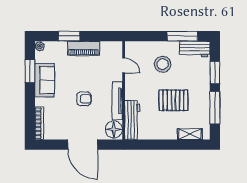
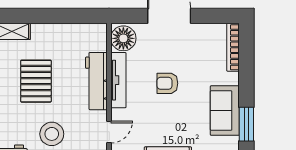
door: (124, 65) -> (109, 132), swing flipped
pallet: (173, 100) -> (36, 81), turned 90
workbench: (132, 120) -> (96, 81), moved

